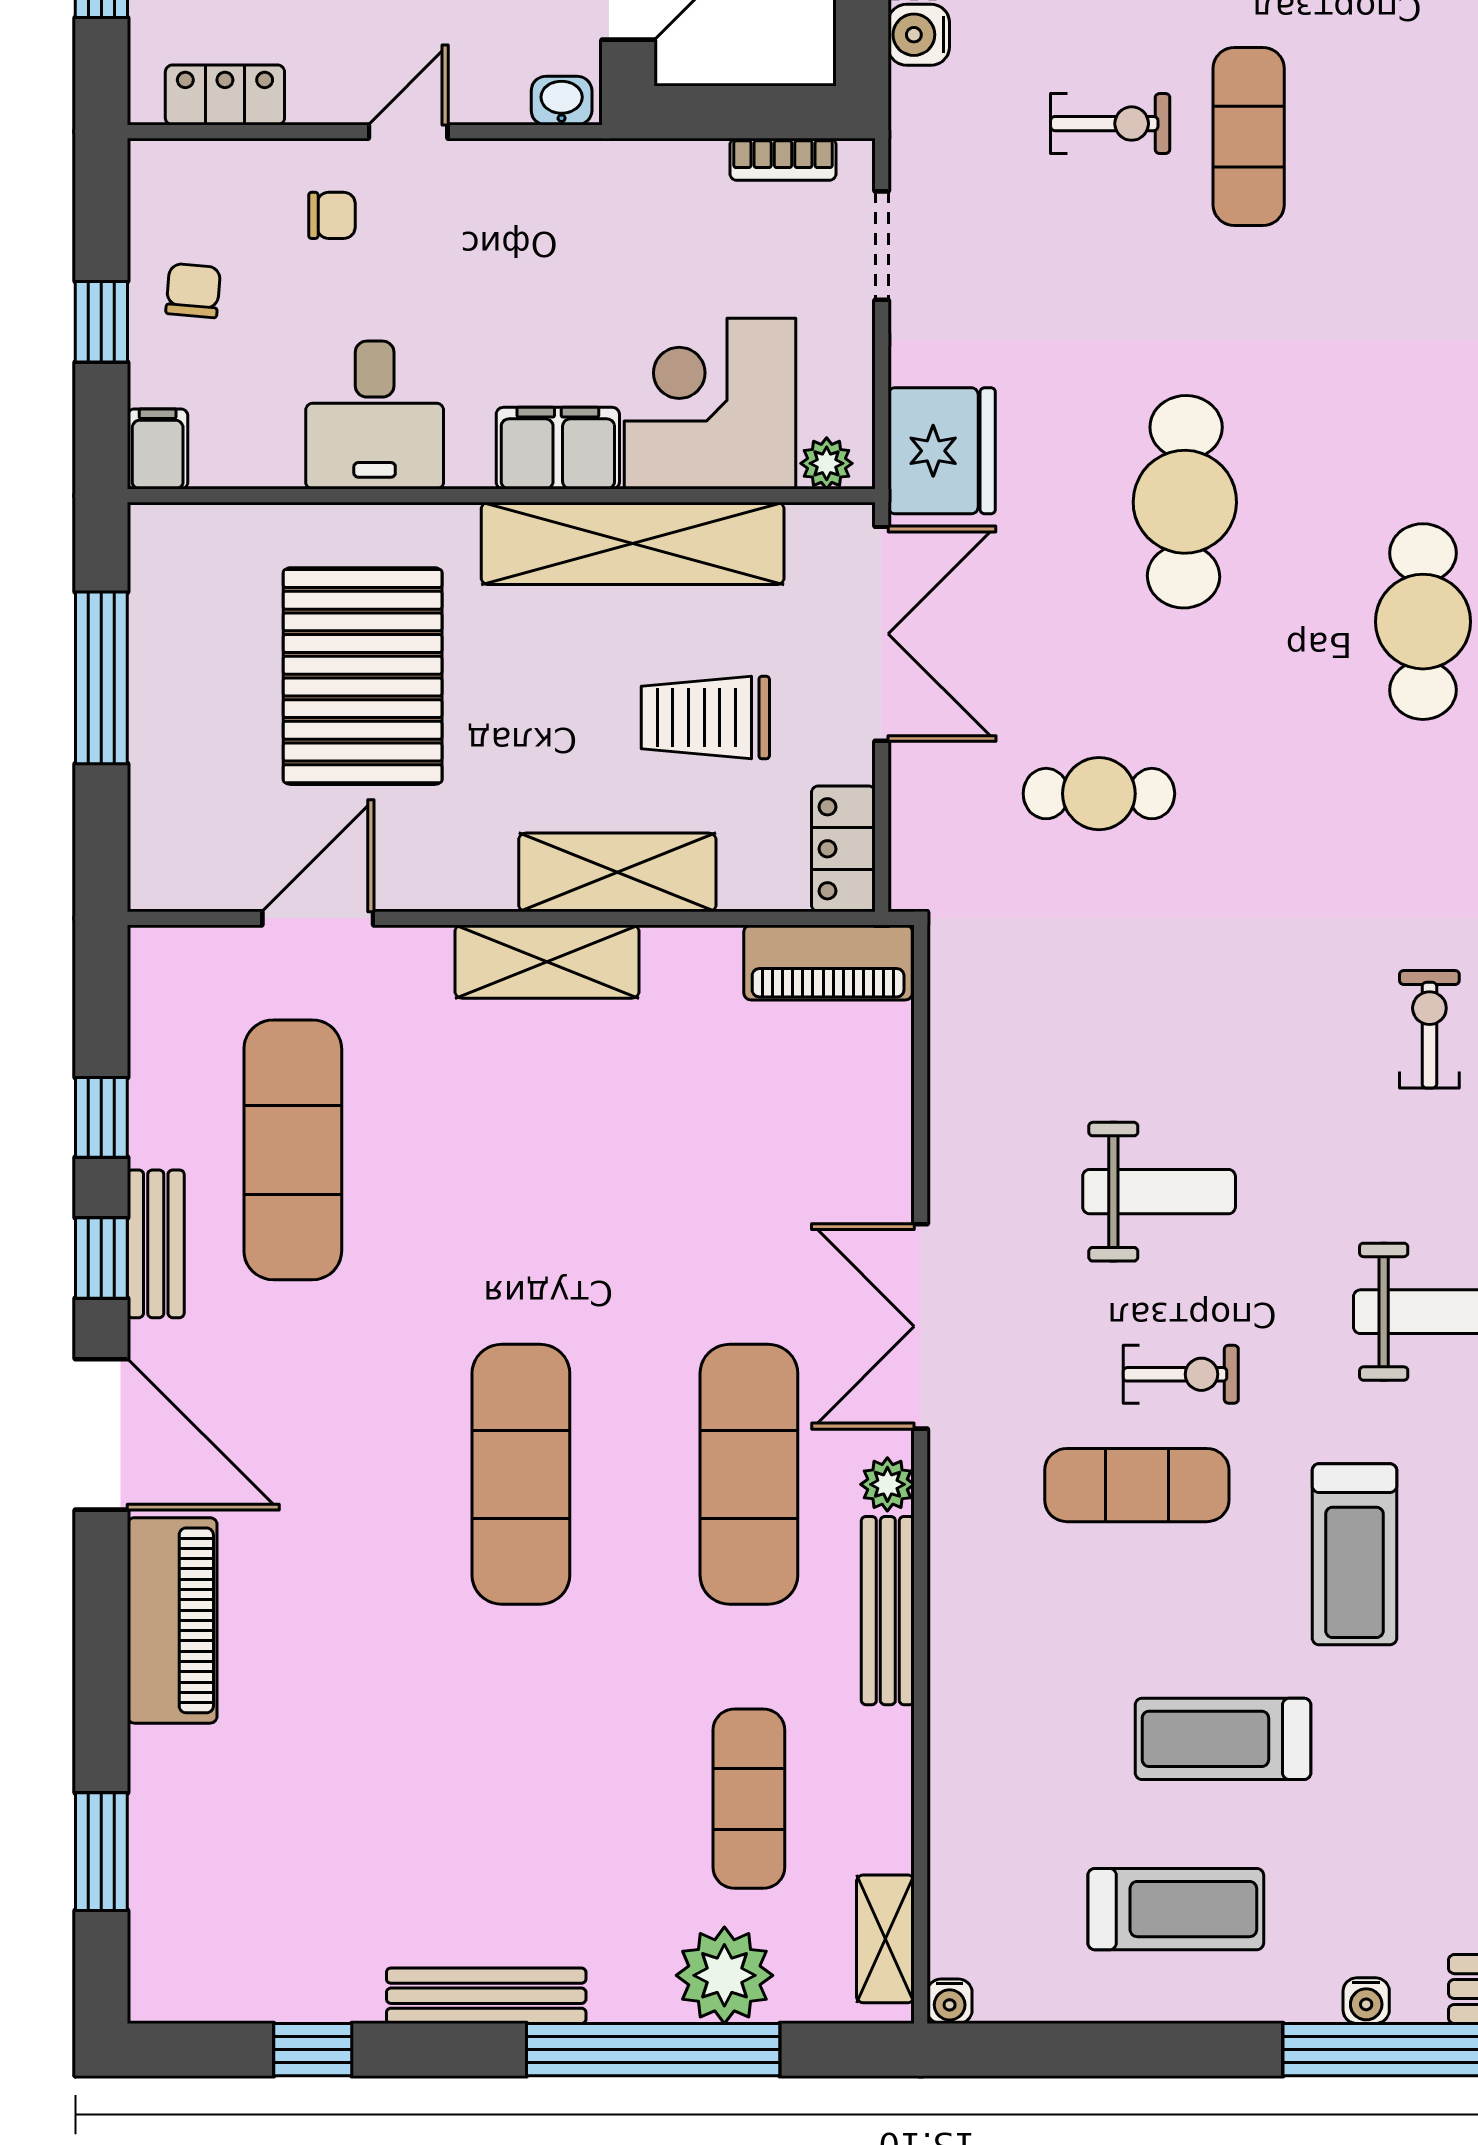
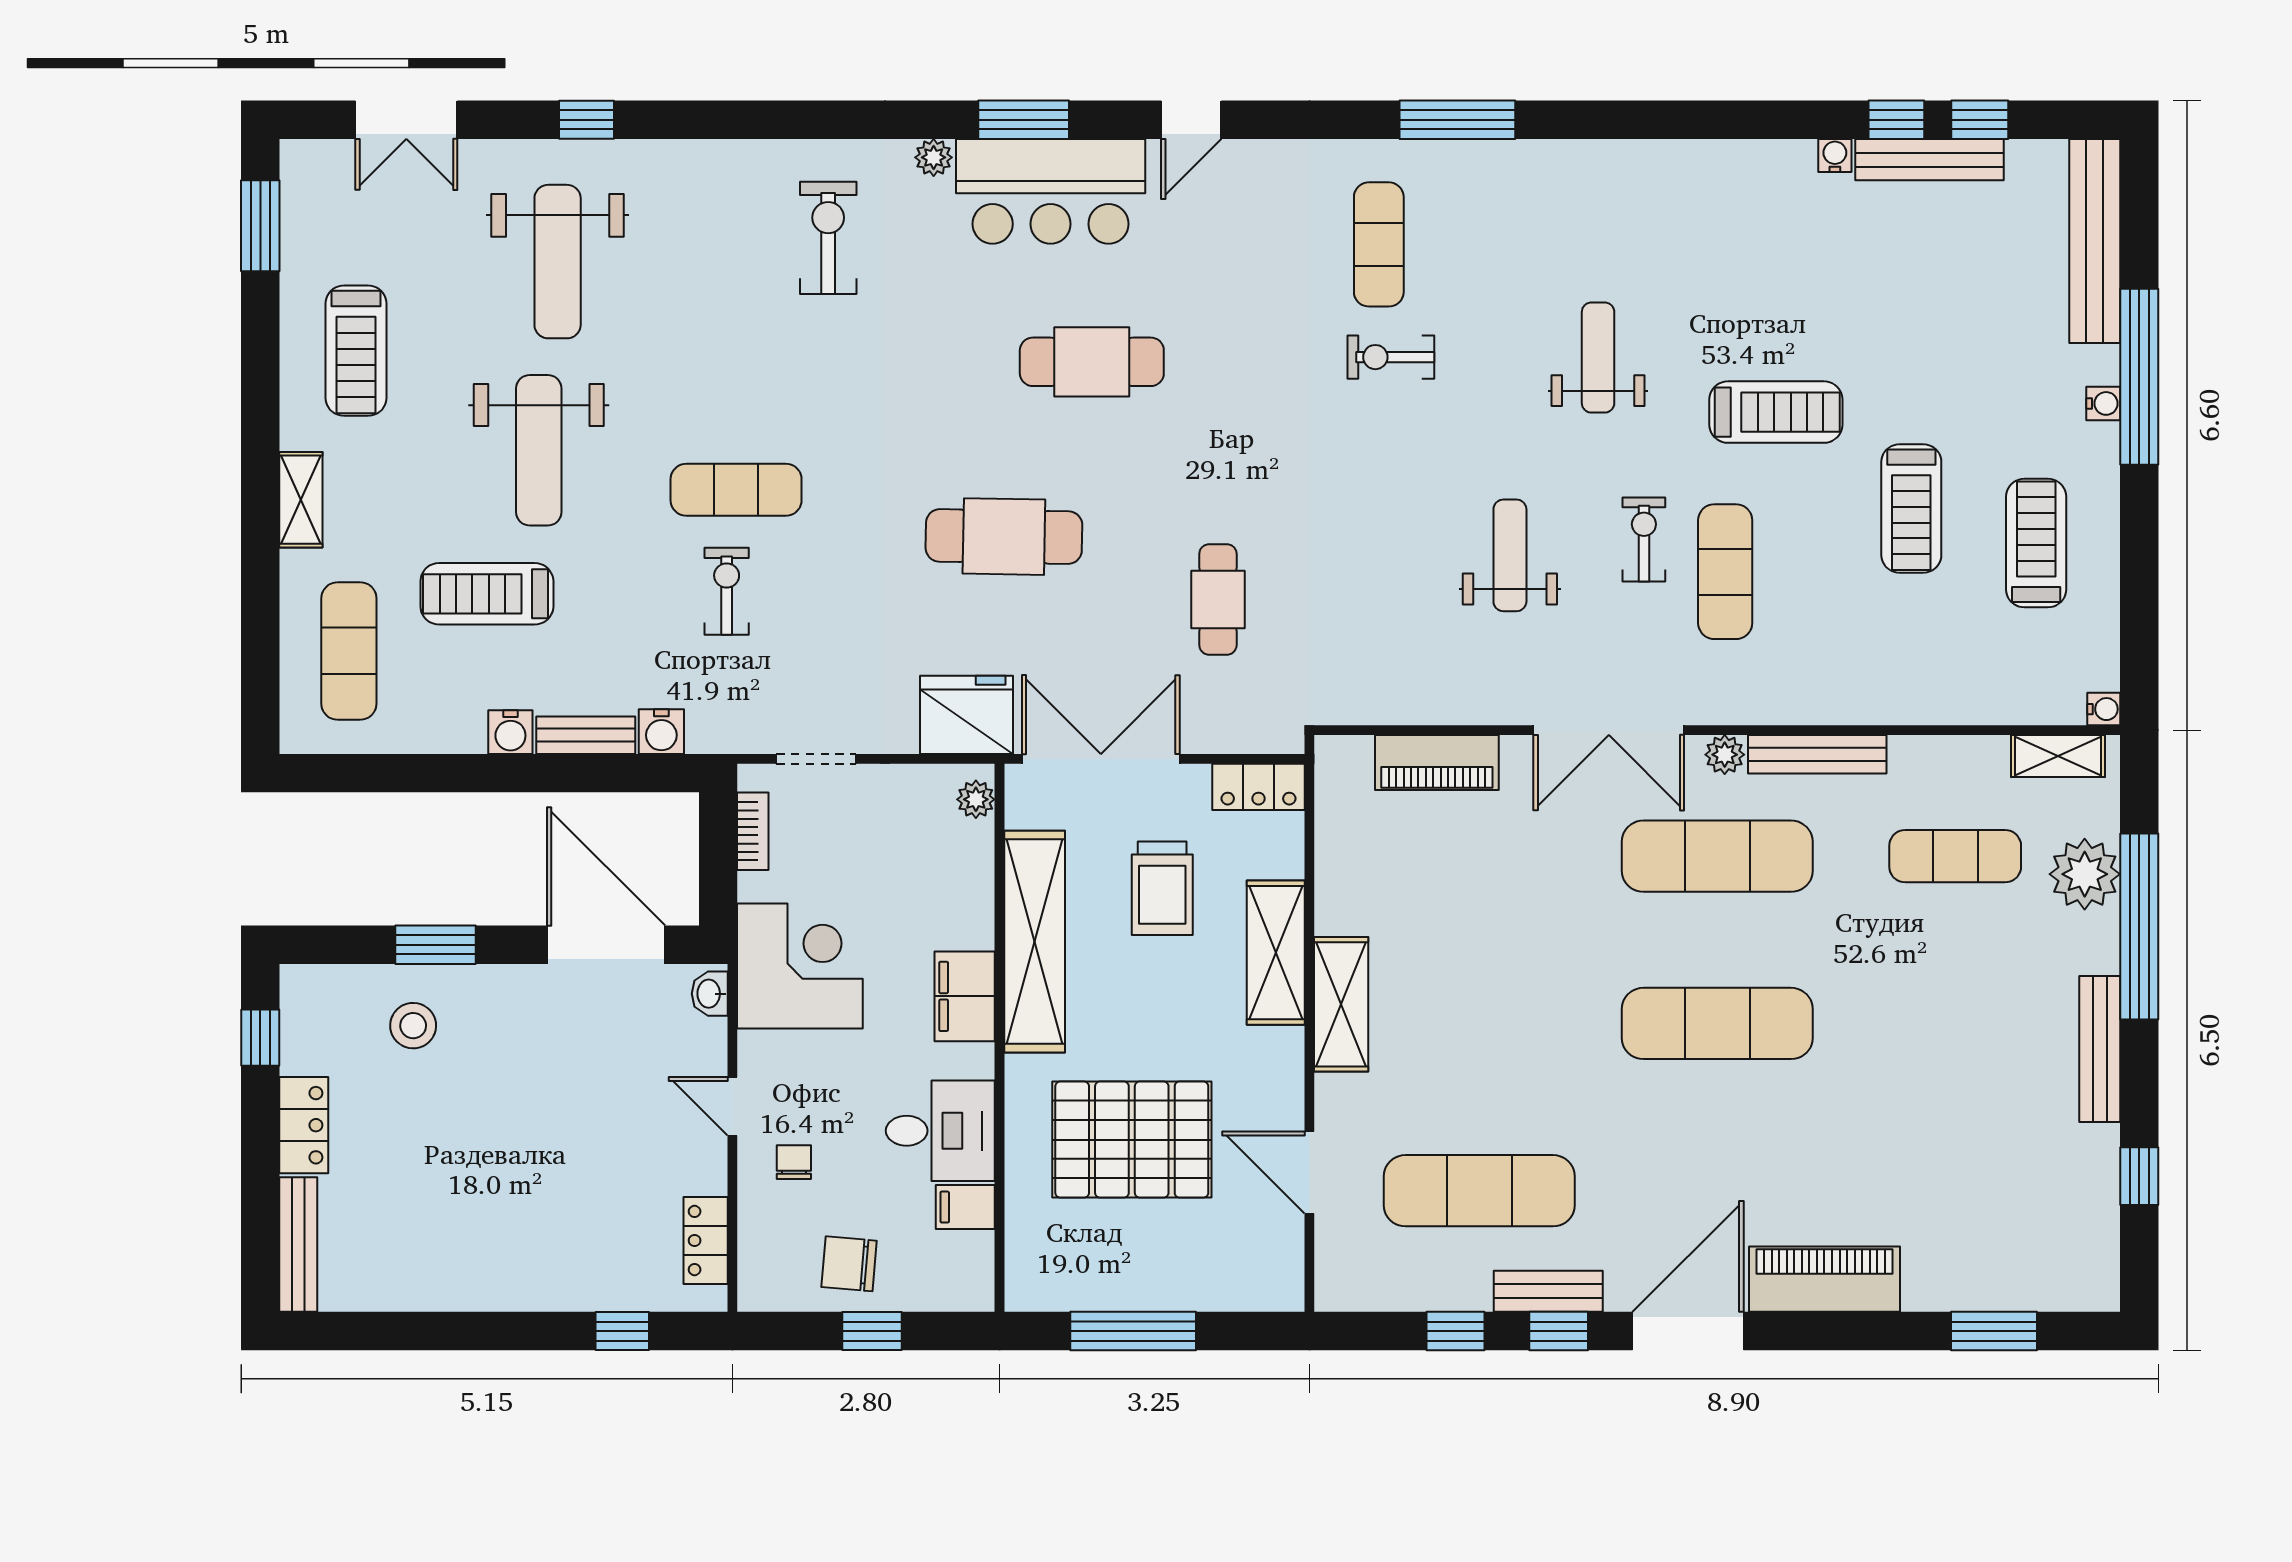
chair: (193, 291) -> (849, 1264), width x1.37, depth x1.37
corner desk: (710, 404) -> (800, 966), moved, turned 180
filing cabinet: (158, 449) -> (965, 1207), moved
piano: (828, 962) -> (1437, 763), moved, turned 90

